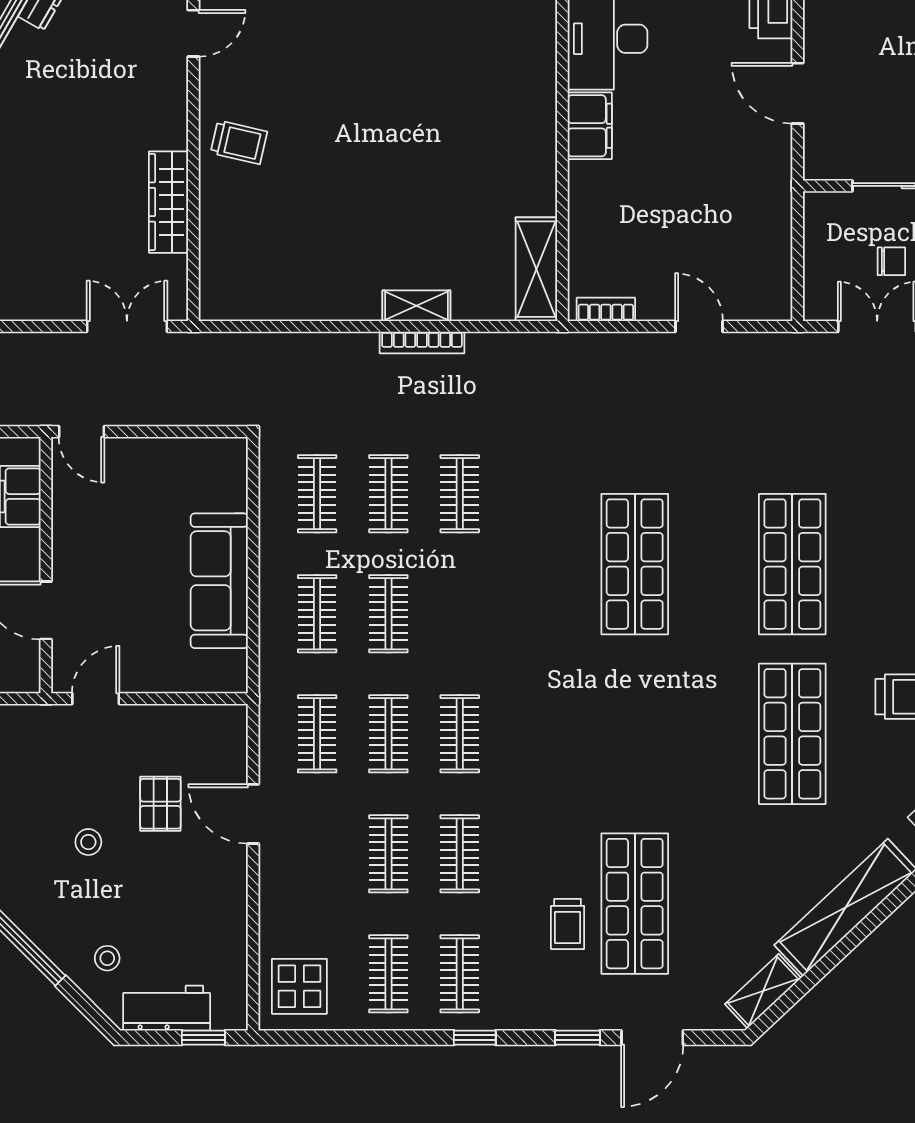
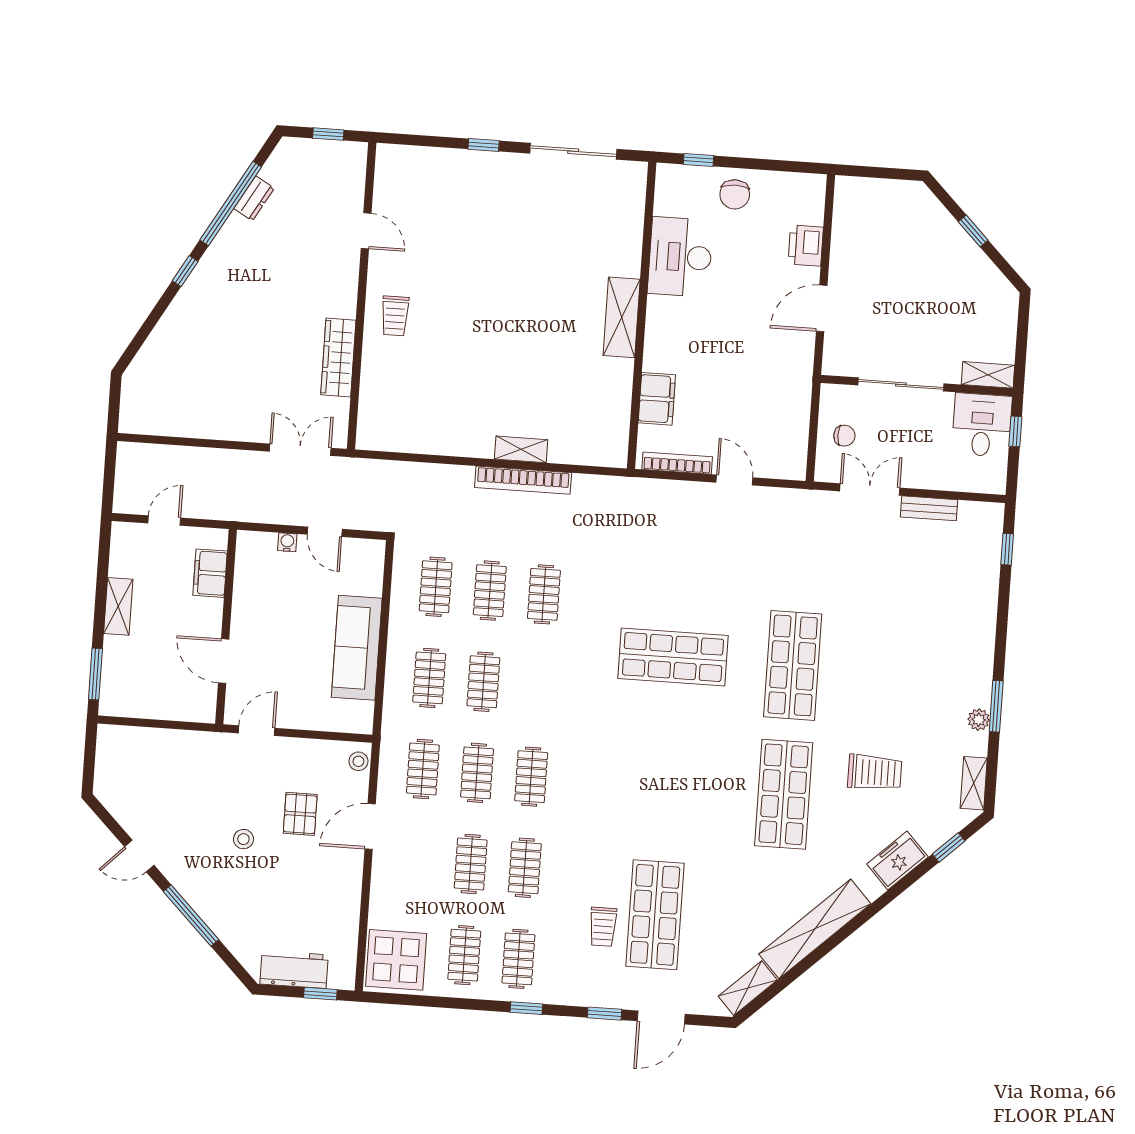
door: (193, 33) -> (366, 231), hinge flipped
door: (798, 93) -> (822, 308), hinge flipped
filing cabinet: (590, 126) -> (657, 399), moved
trolley: (239, 142) -> (395, 316), turned 77
chair: (891, 261) -> (844, 436), moved
shelving: (536, 269) -> (622, 317), moved
bookcase: (606, 309) -> (677, 463), width x1.56
bookcase: (422, 342) -> (523, 480), width x1.48, depth x1.31
door: (81, 432) -> (325, 532), moved
water cooler: (119, 449) -> (287, 542), added
shop shelf: (635, 564) -> (673, 657), turned 90
door: (253, 814) -> (370, 827), hinge flipped
stool: (107, 958) -> (358, 761), moved
display table: (299, 986) -> (396, 960), width x1.36, depth x1.36

